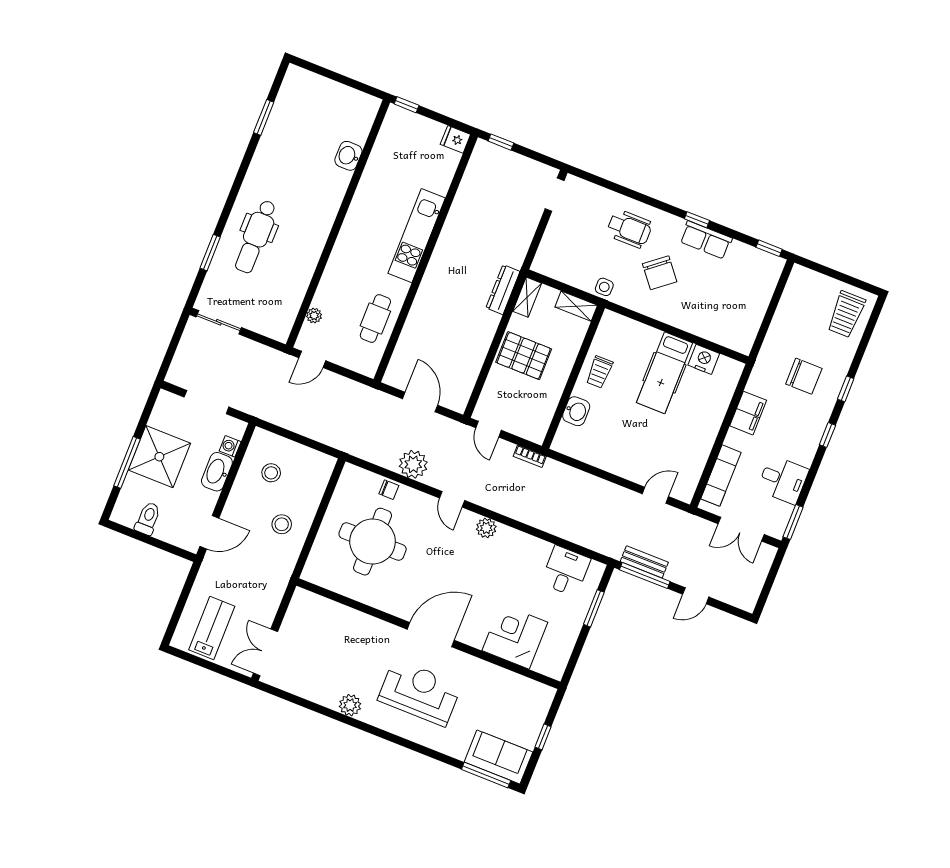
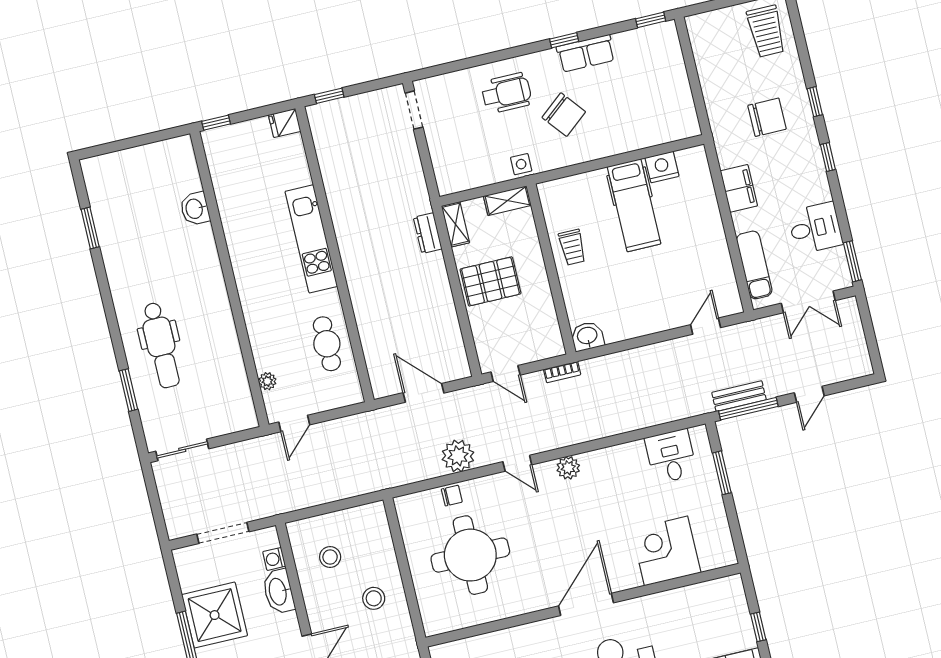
dresser: (503, 290) -> (428, 233), width x0.70
washbasin: (576, 411) -> (587, 336), moved, turned -90

